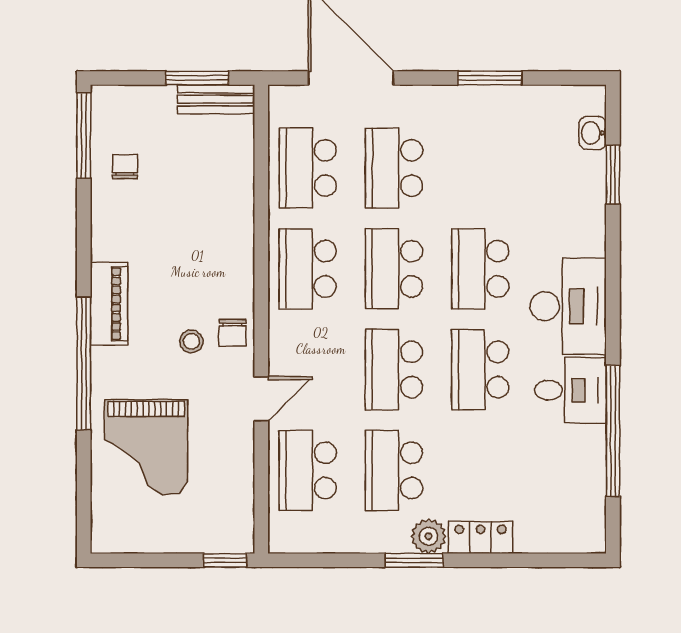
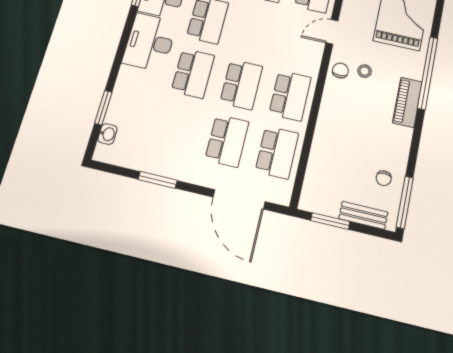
bench: (216, 99) -> (363, 215), moved
school desk: (394, 370) -> (255, 31), removed

